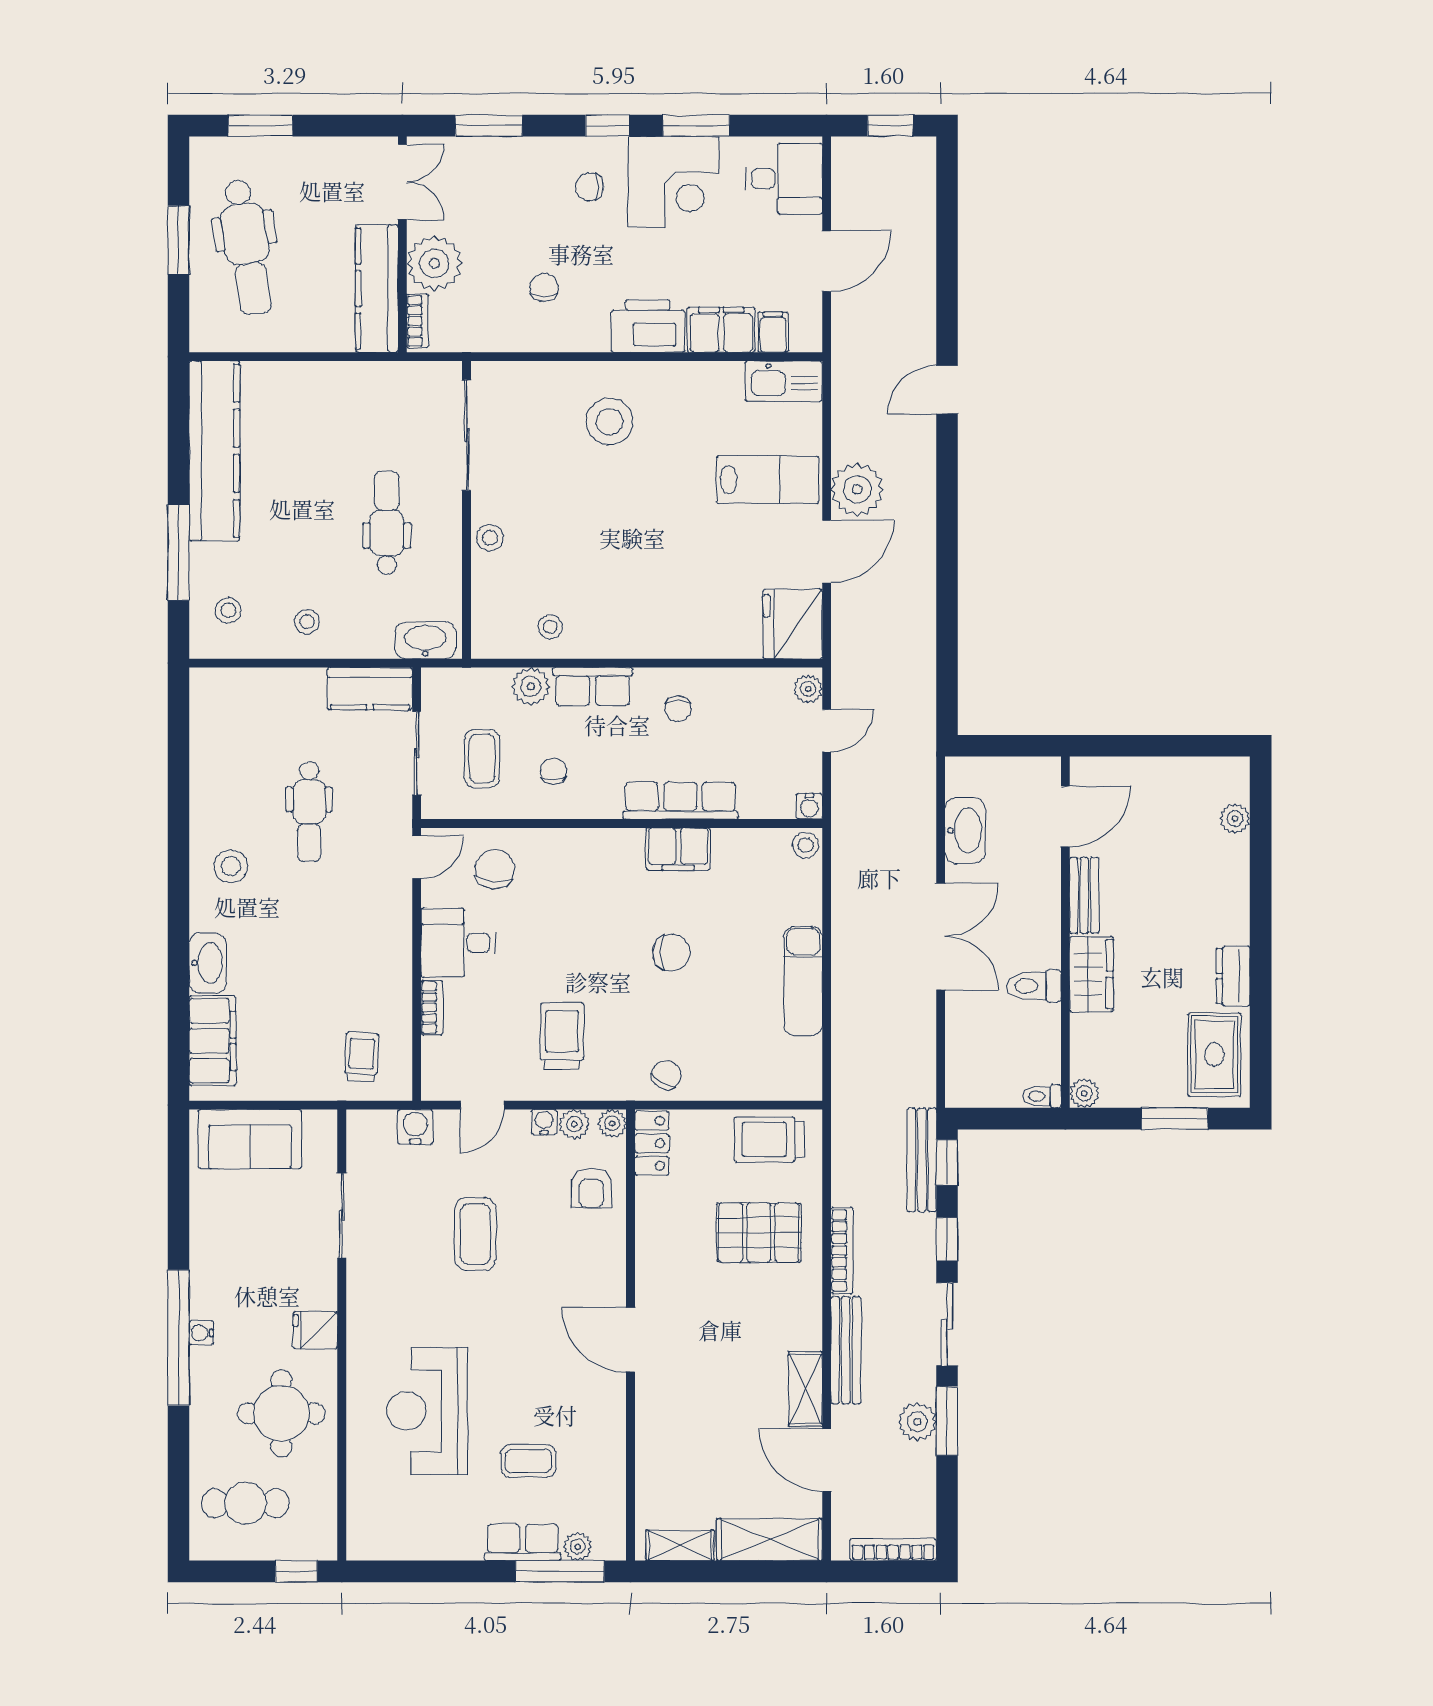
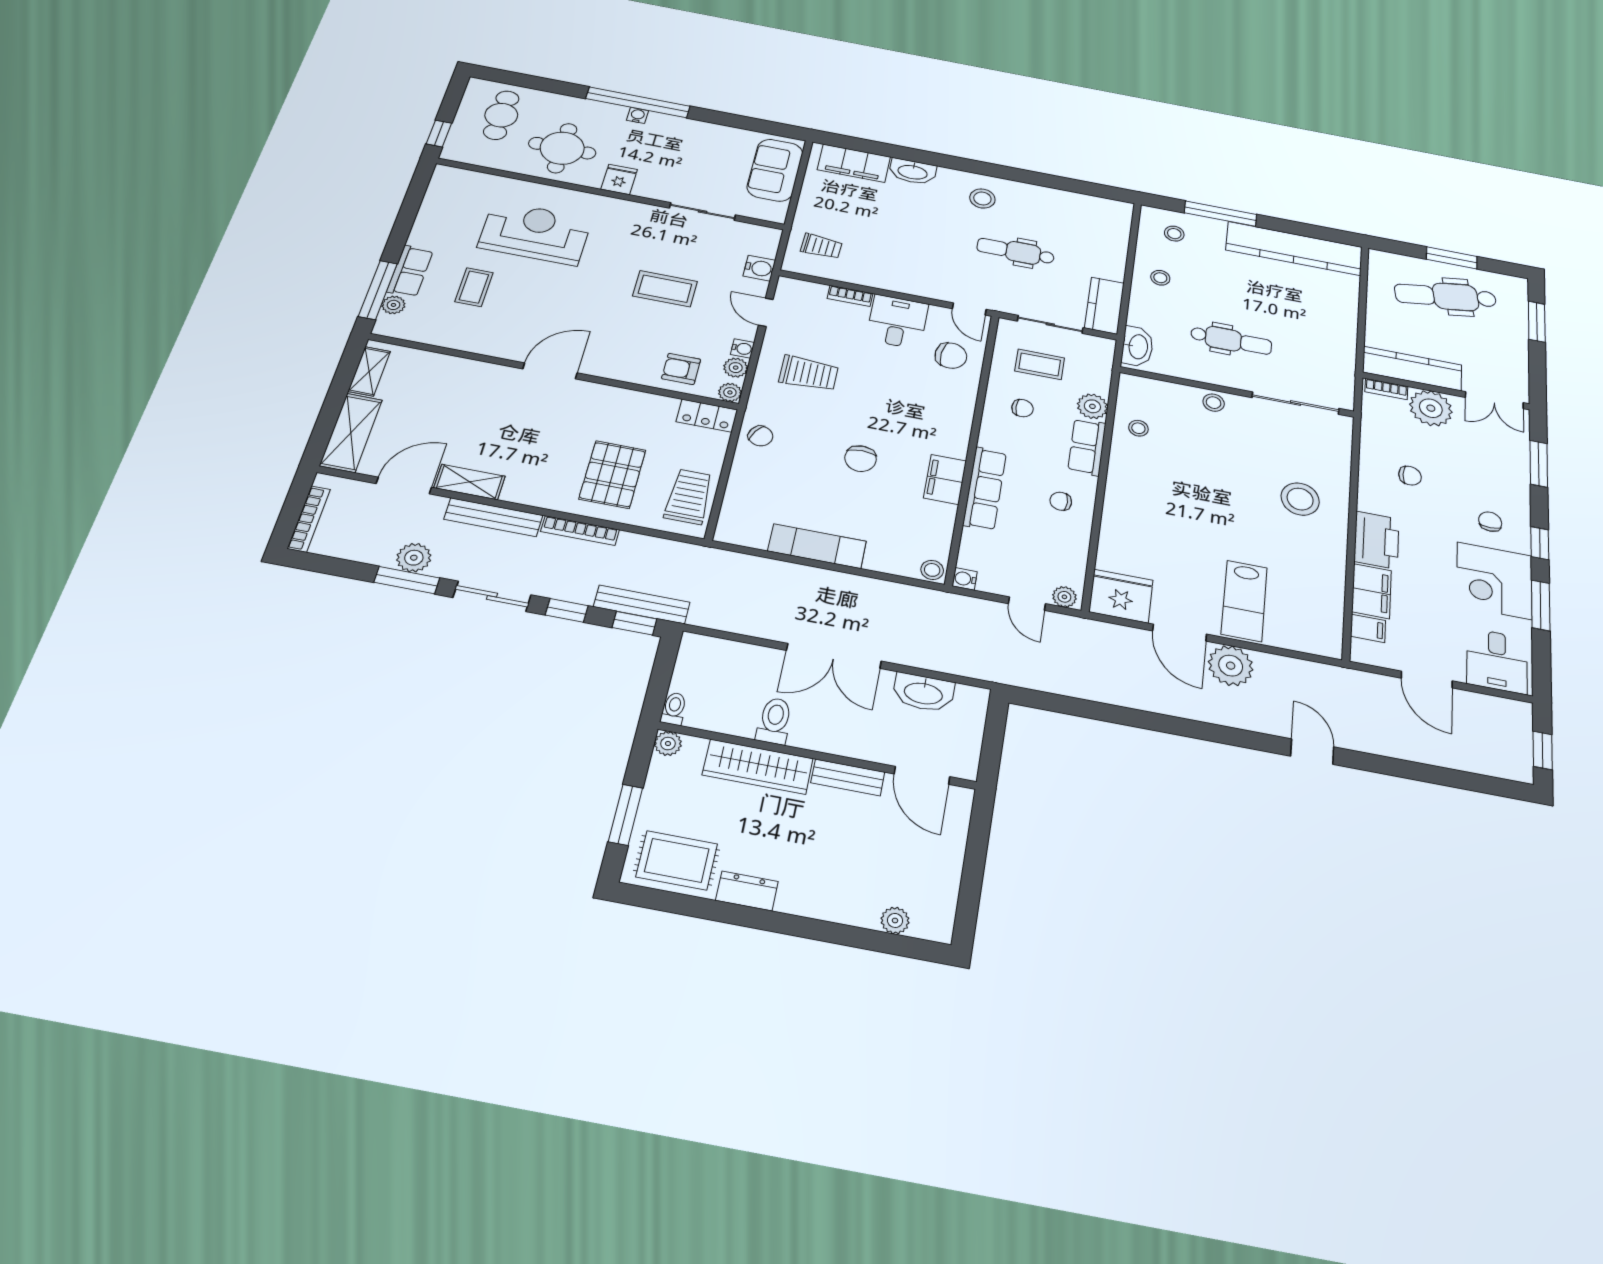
kitchen sink: (784, 381) -> (1326, 628), removed
wardrobe: (1092, 974) -> (758, 767), width x1.50

